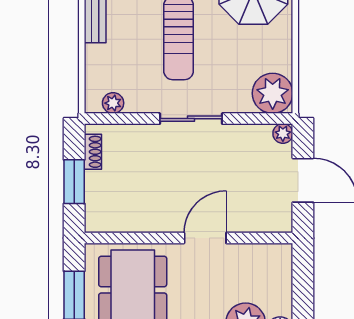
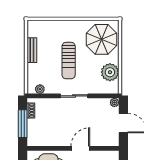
plant: (273, 93) -> (110, 72), moved
window: (74, 182) -> (23, 124), width x1.44

